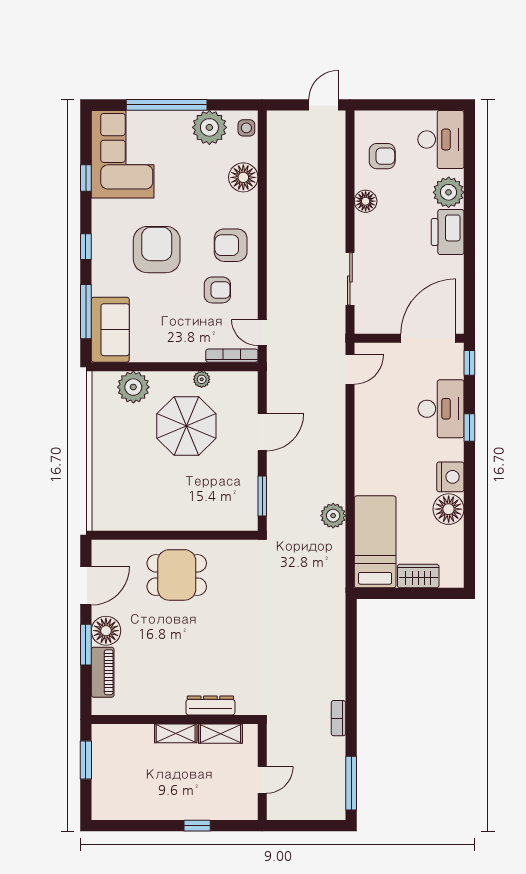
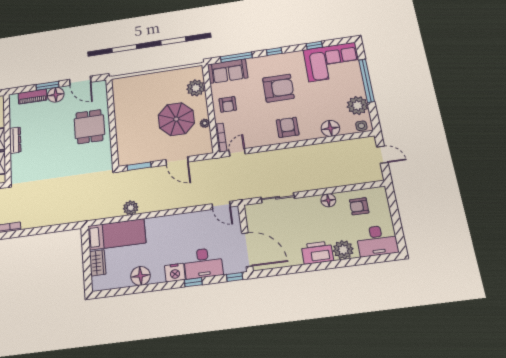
door: (324, 105) -> (382, 155), moved
armchair: (382, 156) -> (359, 206), turned 90
armchair: (217, 290) -> (228, 104), moved
nightstand: (450, 477) -> (175, 273), moved
dresser: (210, 705) -> (15, 140), moved

